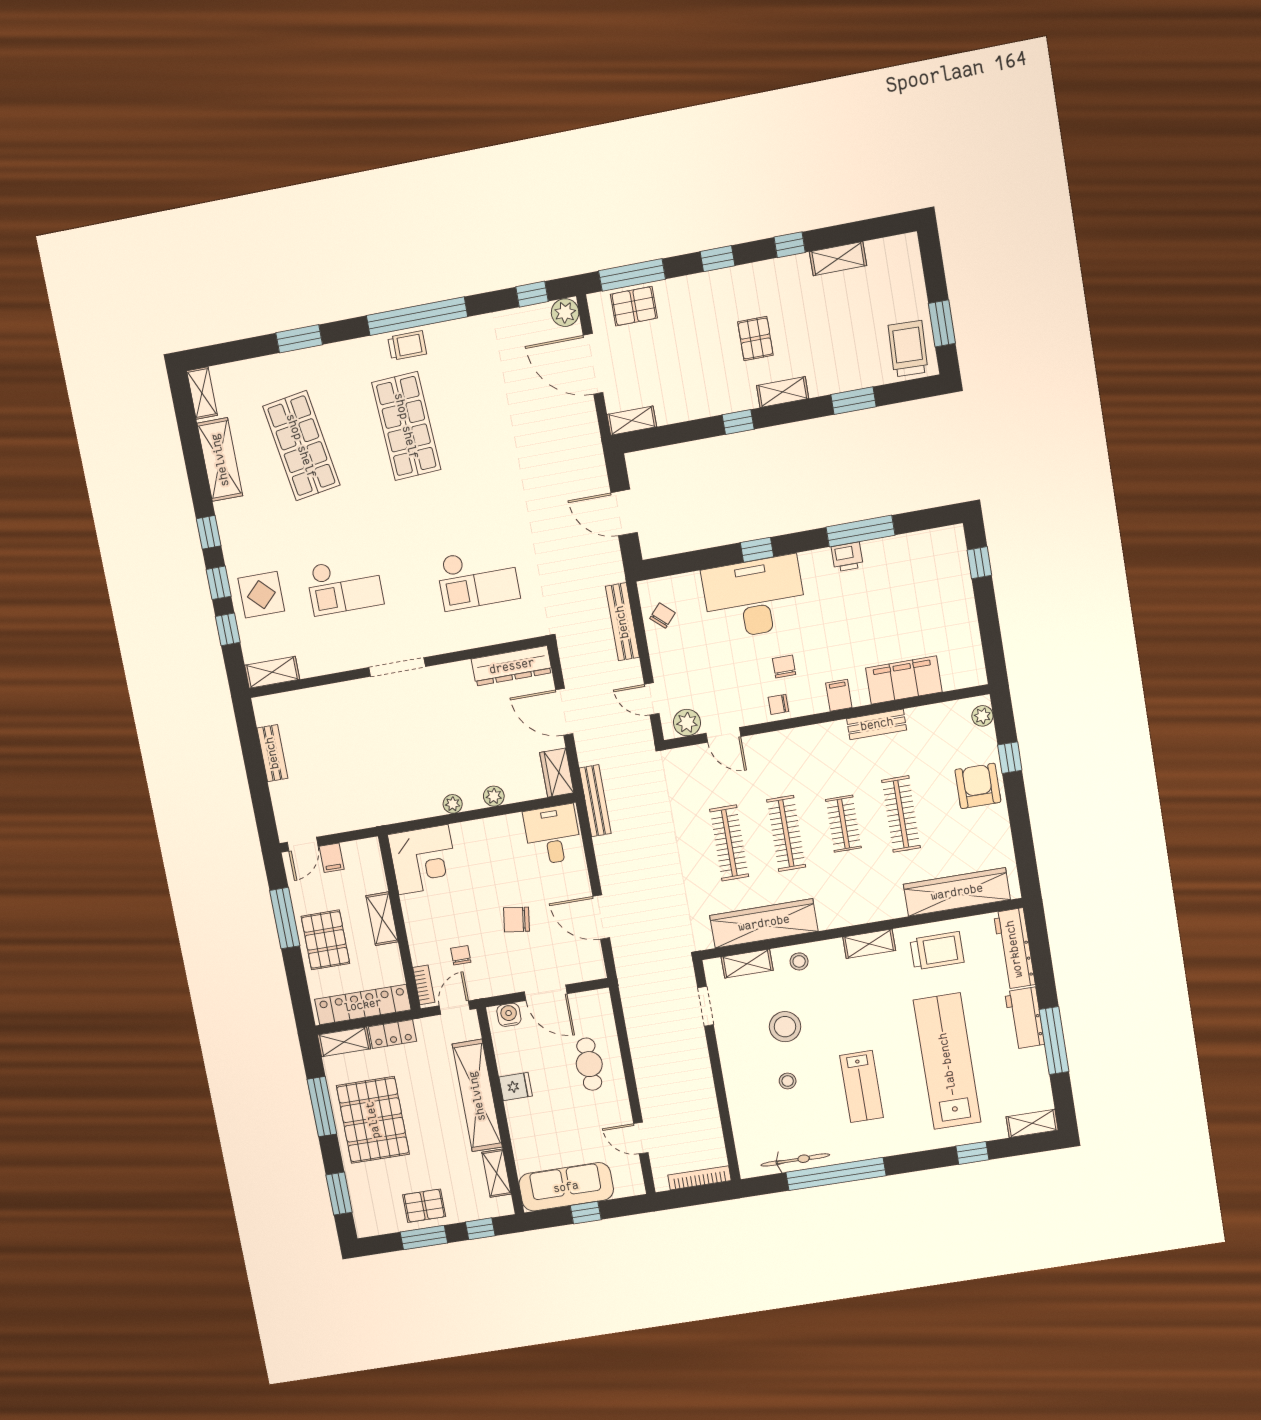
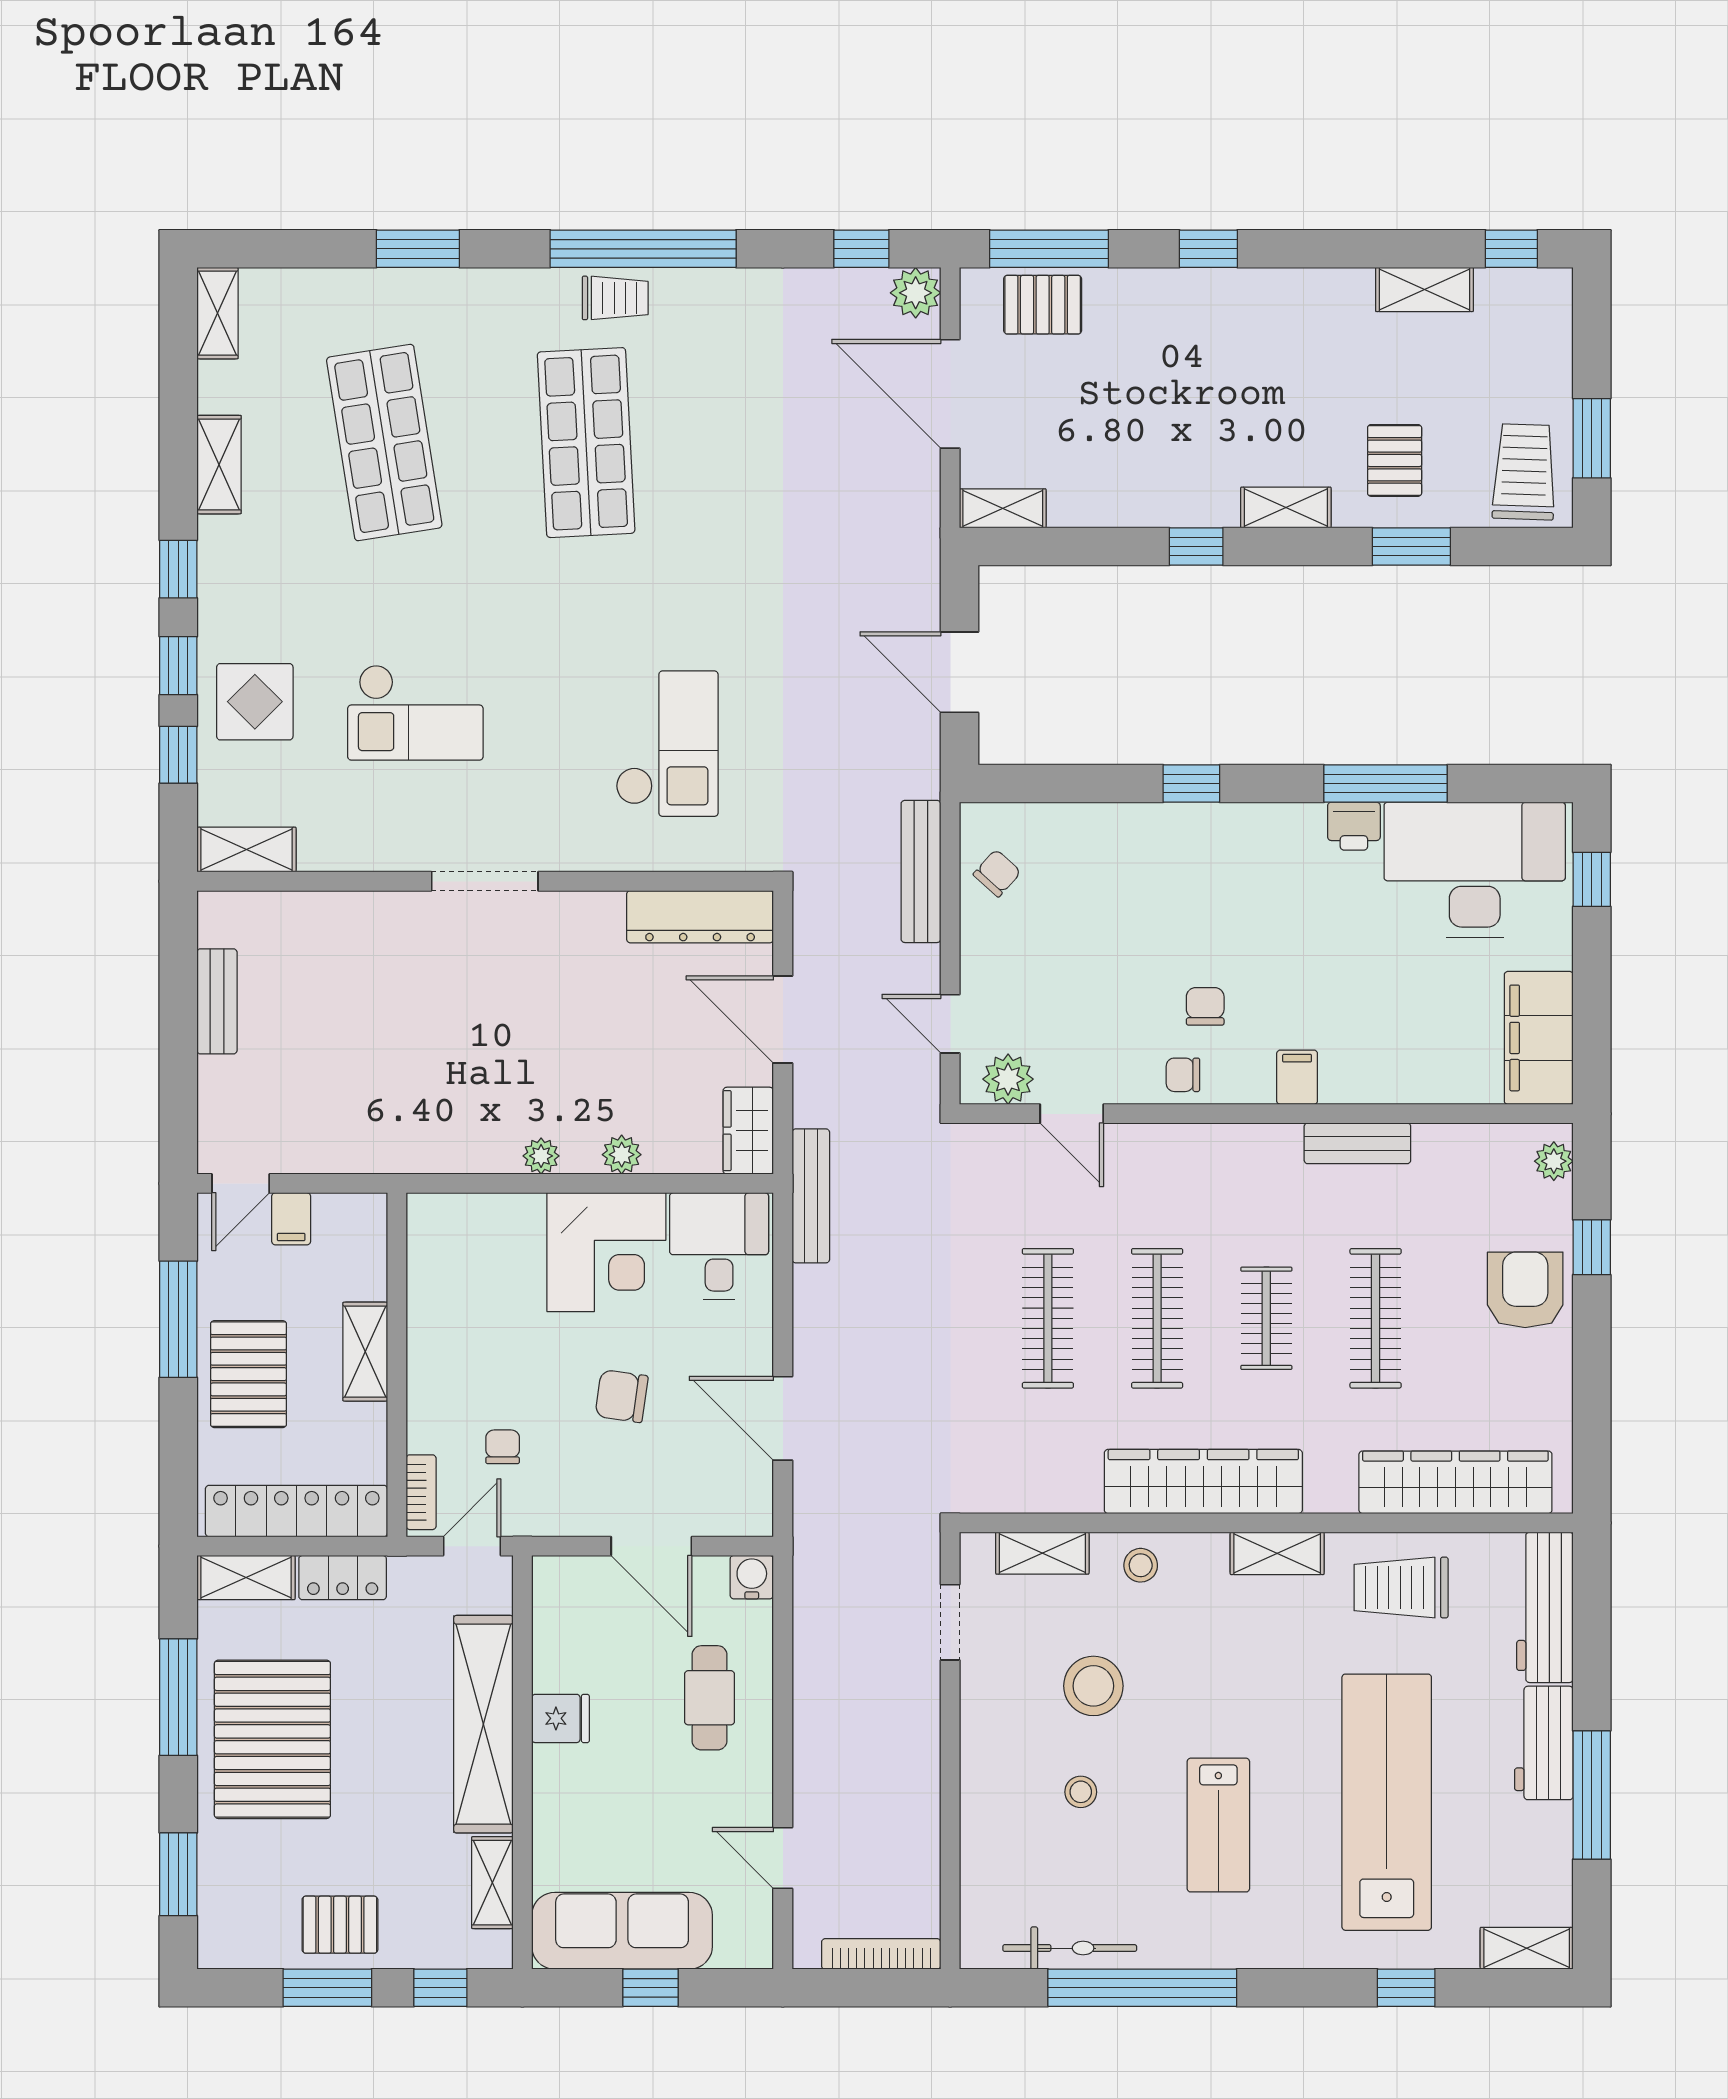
window: (790, 245) -> (1511, 249), moved
pallet: (755, 339) -> (1395, 460), moved
shelving: (220, 460) -> (219, 465), width x0.67, depth x0.75
checkout: (478, 578) -> (667, 744), turned -90
desk: (754, 598) -> (1475, 870), moved
filing cabinet: (904, 680) -> (1539, 1038), moved, turned -90
corner desk: (423, 860) -> (606, 1252), moved
wardrobe: (764, 923) -> (1203, 1482), moved
trolley: (937, 951) -> (1401, 1588), turned 180
water cooler: (509, 1015) -> (752, 1577), moved

